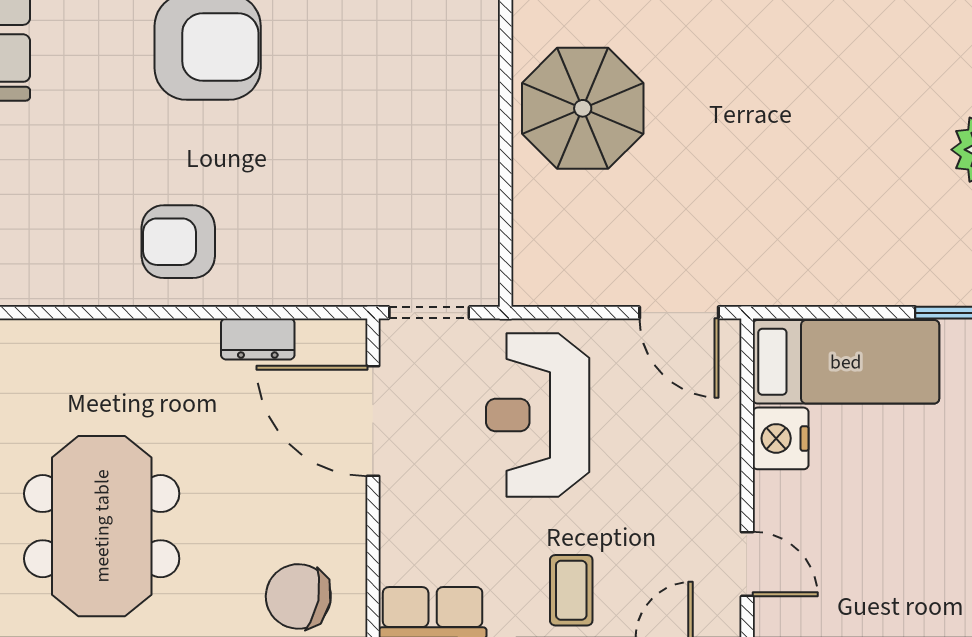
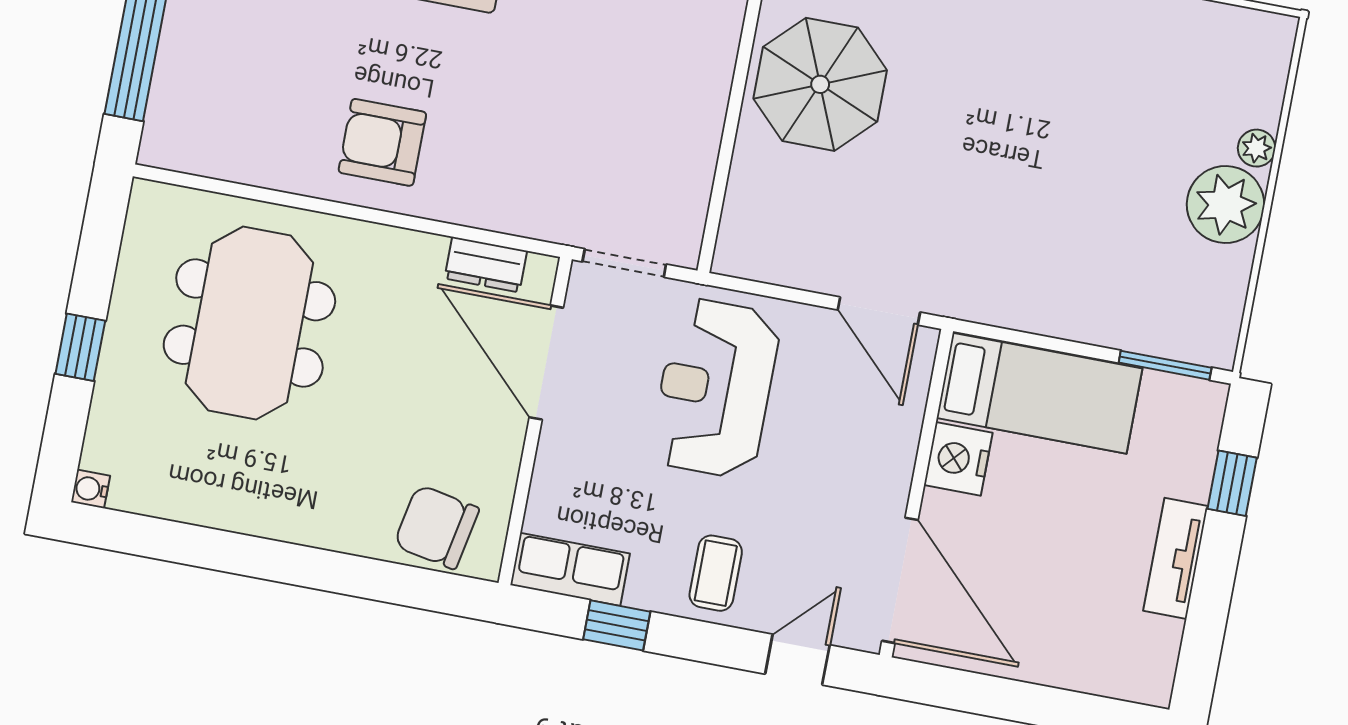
dresser: (258, 339) -> (486, 265), moved
meeting table: (102, 526) -> (249, 323), moved
door: (747, 564) -> (900, 580), width x1.88

